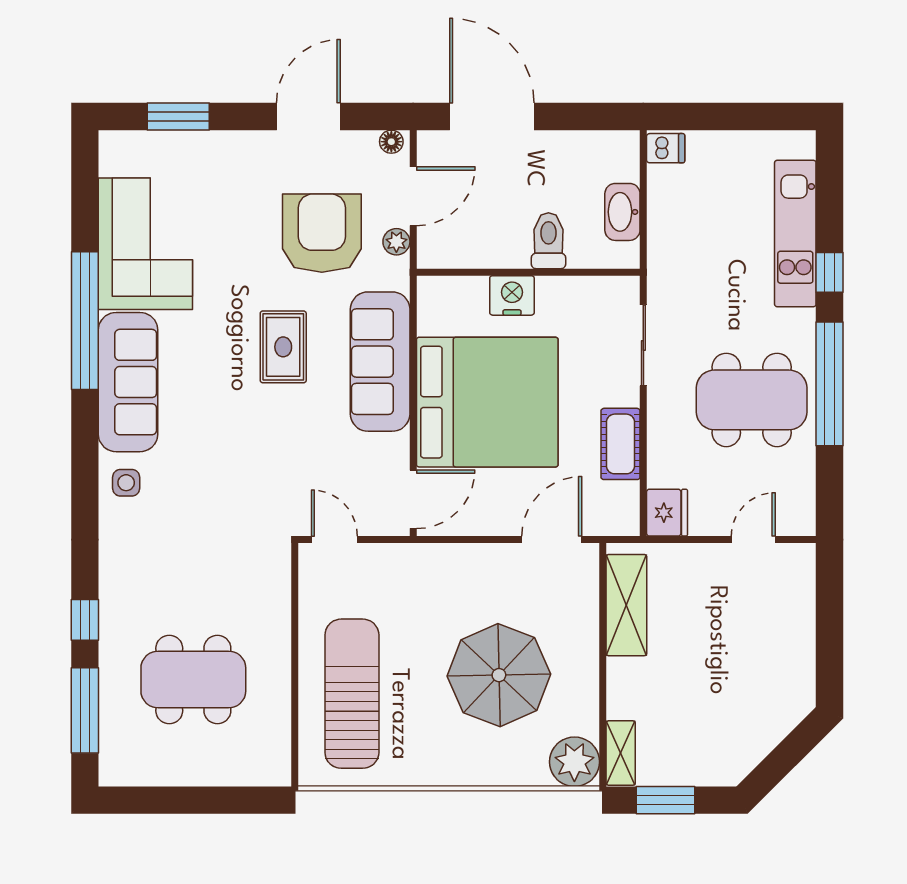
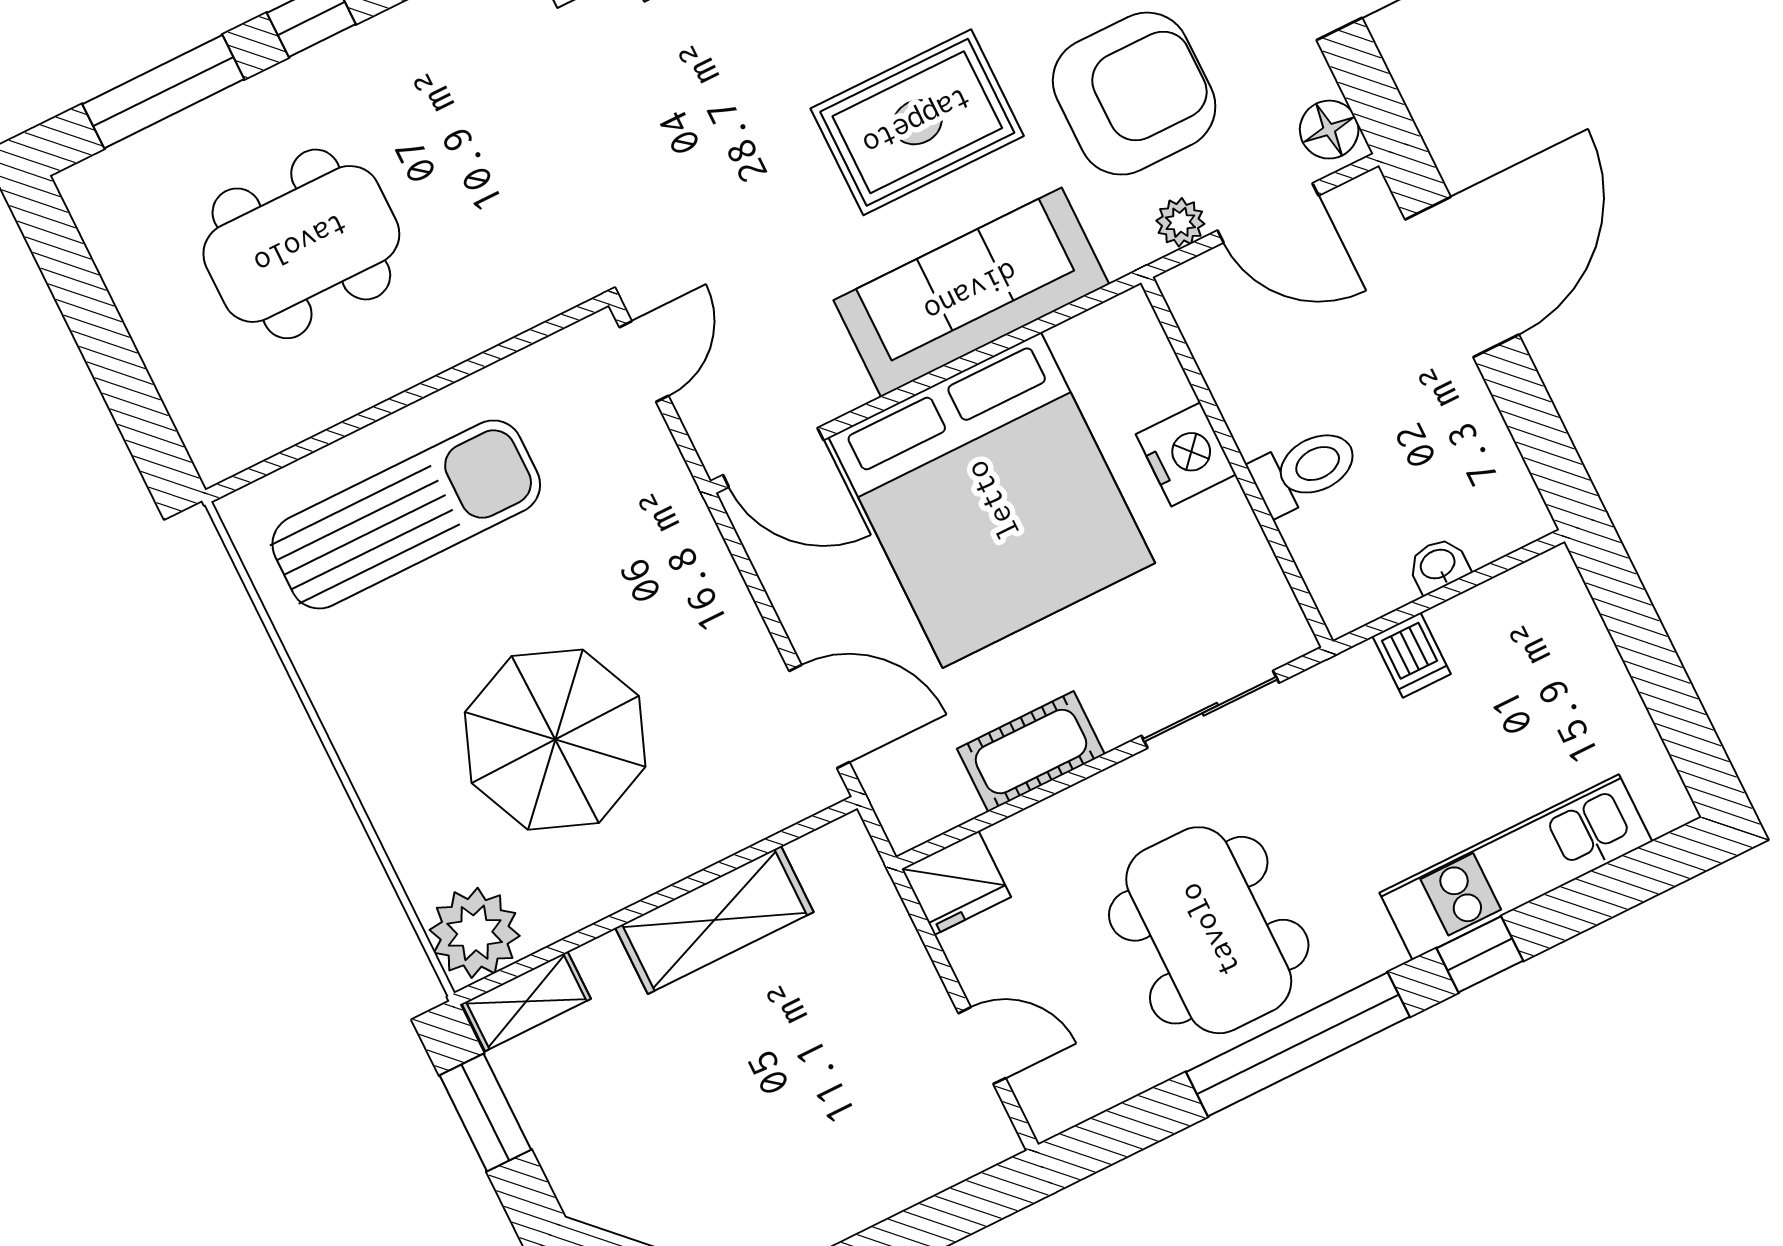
floor lamp: (391, 142) -> (1329, 130), width x1.37, depth x1.37
dishwasher: (666, 148) -> (1412, 655), moved
washbasin: (622, 212) -> (1438, 565), width x0.52, depth x0.69
rug: (283, 347) -> (917, 122), width x1.36, depth x1.43
shelving: (626, 605) -> (714, 920), moved
dining table: (193, 679) -> (301, 244), turned 90

